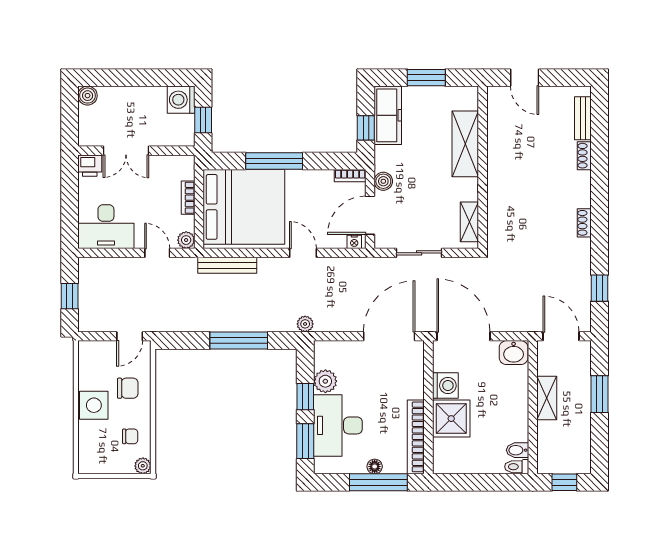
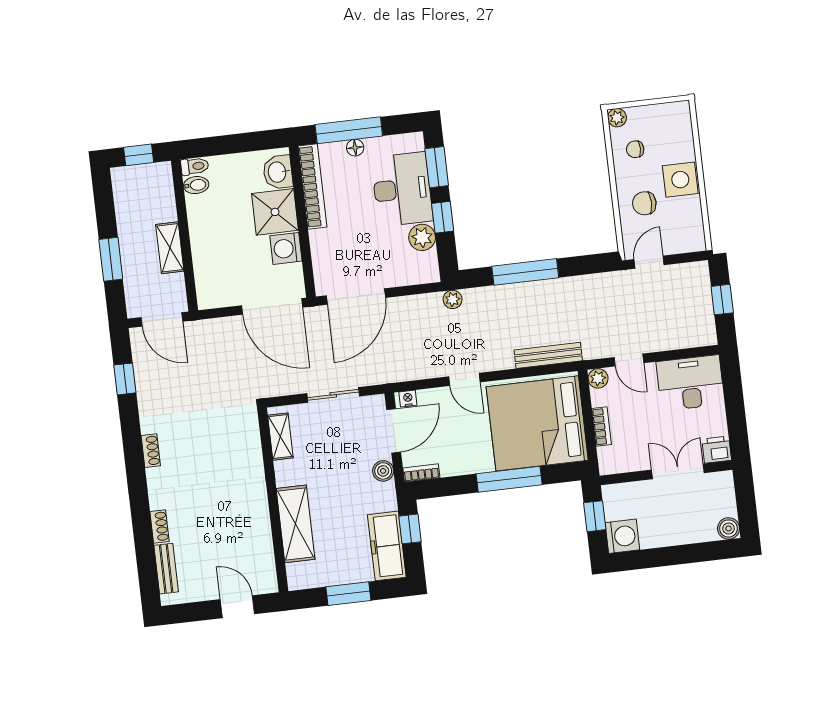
washbasin: (514, 353) -> (278, 172), moved, turned -90

